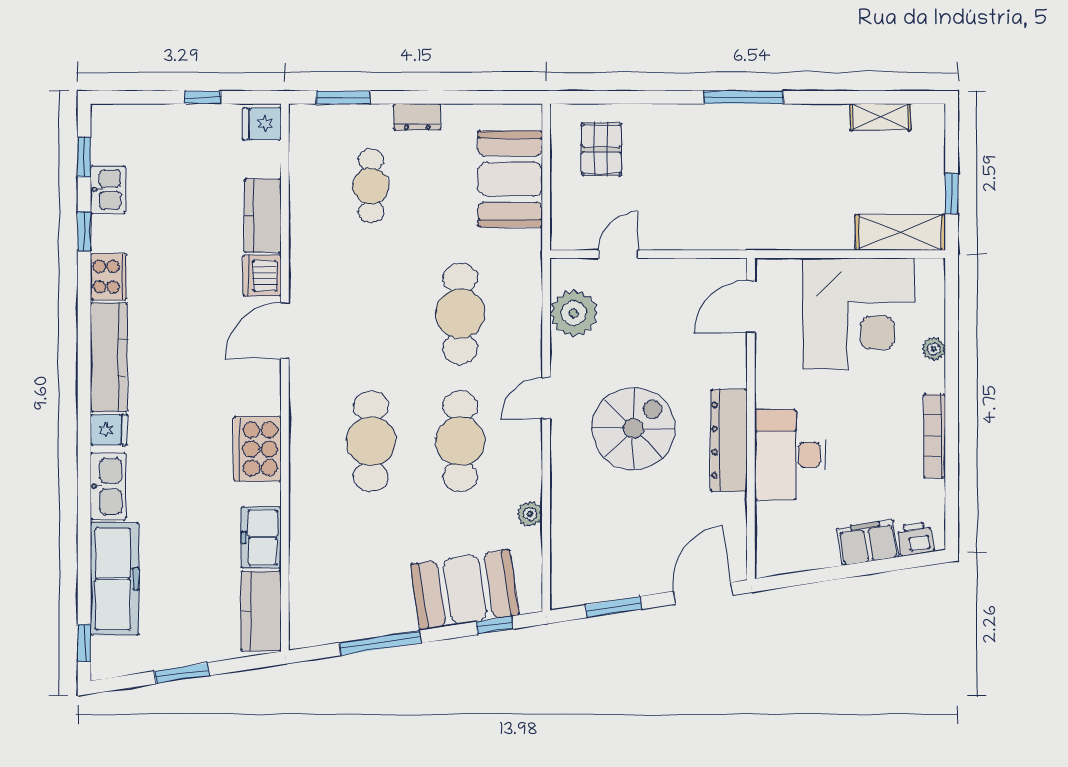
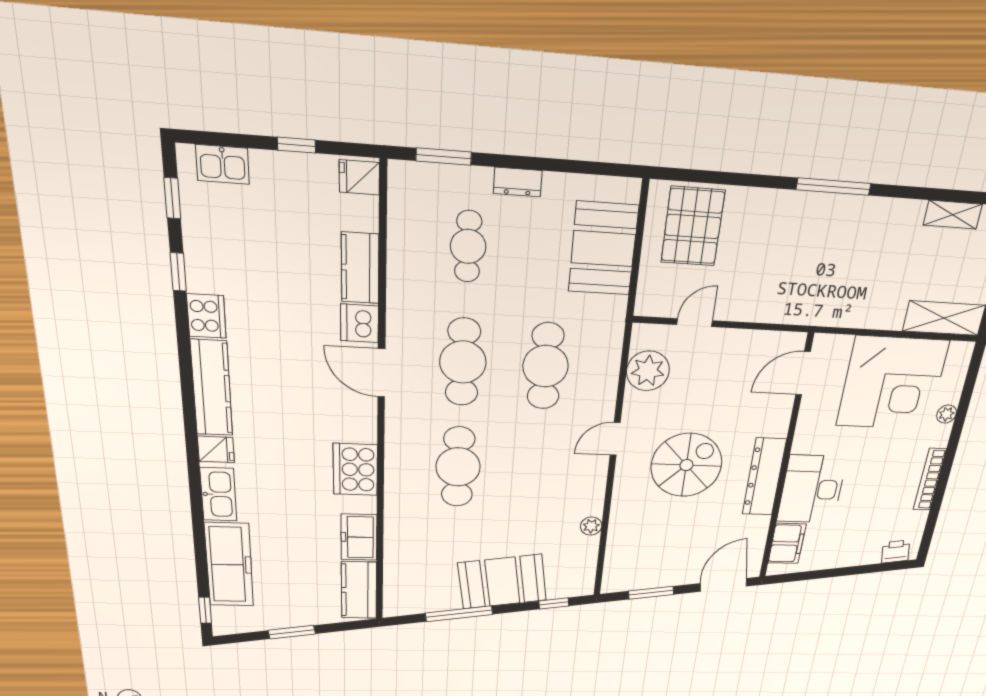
pallet: (601, 149) -> (693, 226), width x1.50, depth x1.42
kitchen sink: (108, 189) -> (223, 164), moved, turned 90
door: (285, 331) -> (381, 373), hinge flipped
cafe table: (460, 441) -> (463, 362), moved
filing cabinet: (868, 542) -> (787, 543), moved, turned 99
booth: (465, 590) -> (502, 582), moved

